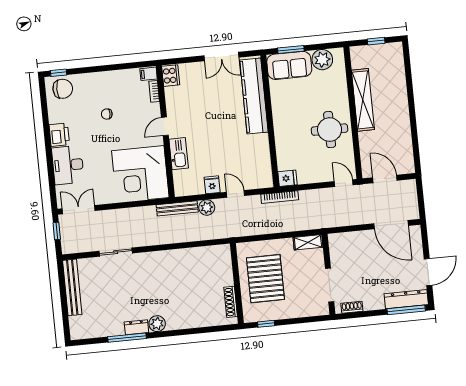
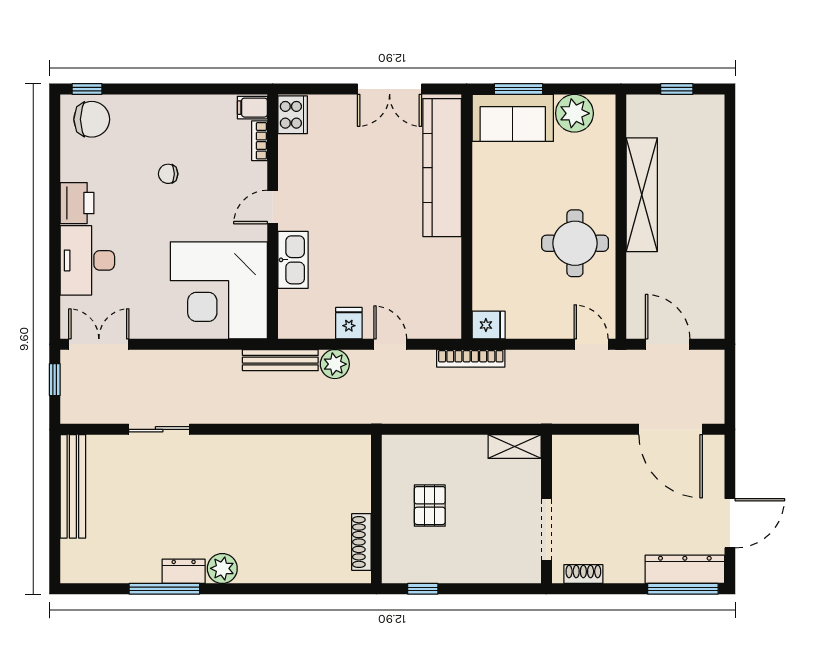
pallet: (265, 279) -> (430, 506), width x0.49, depth x0.50

